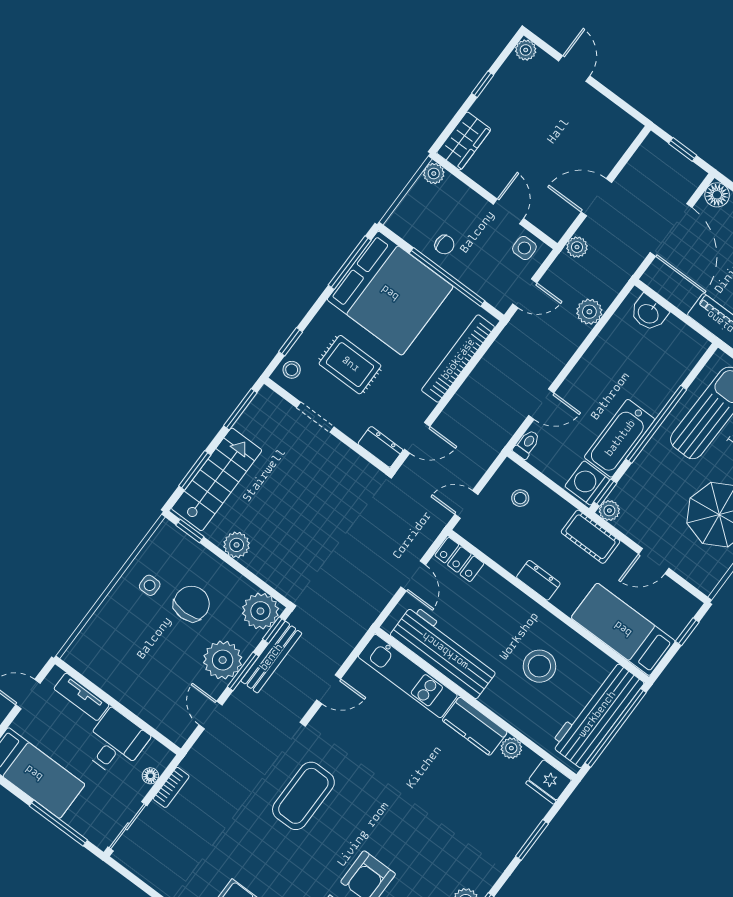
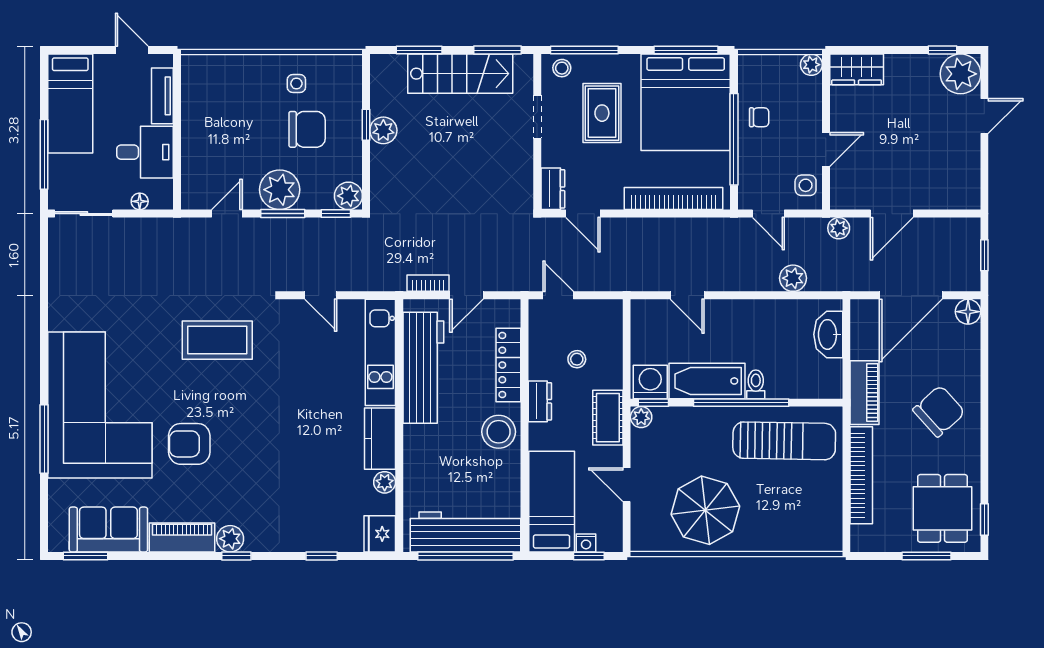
plant: (526, 50) -> (961, 74), width x1.88, depth x1.88
window: (483, 84) -> (943, 50), moved
door: (596, 197) -> (892, 214), swing flipped
chair: (444, 245) -> (759, 117), turned -90
washbasin: (649, 313) -> (828, 334), width x1.38
window: (291, 342) -> (584, 50), width x2.17
toilet: (527, 444) -> (756, 384), moved, turned -90
stairs: (217, 479) -> (460, 74), moved
stool: (520, 498) -> (577, 359), moved
window: (190, 531) -> (366, 125), moved
locker: (459, 559) -> (508, 365), moved, width x1.53
plant: (260, 611) -> (348, 196), width x0.73, depth x0.73
nightstand: (675, 627) -> (586, 543), added
bench: (271, 657) -> (312, 228), removed
stool: (539, 666) -> (499, 432), moved
bookcase: (171, 787) -> (428, 283), moved, turned 180
window: (532, 840) -> (322, 556), width x0.67

